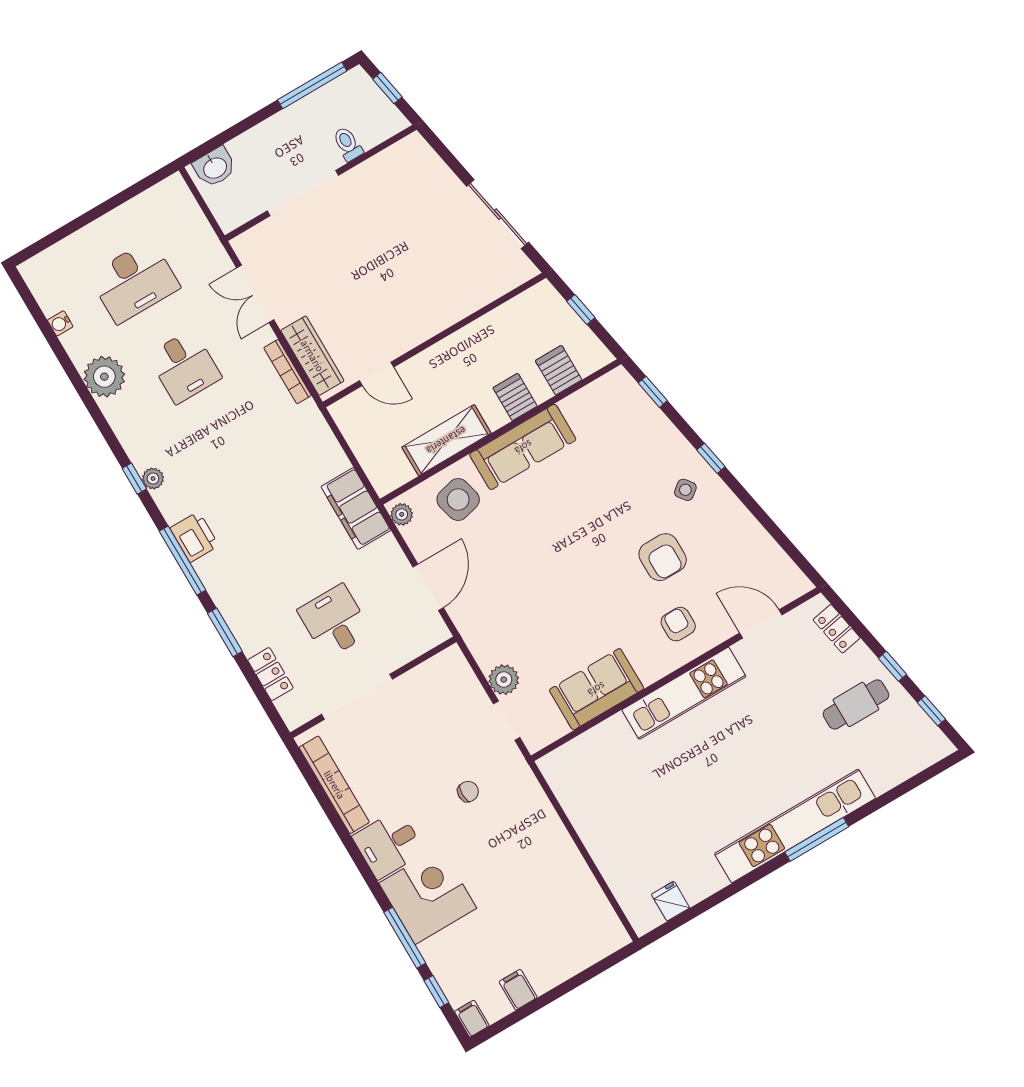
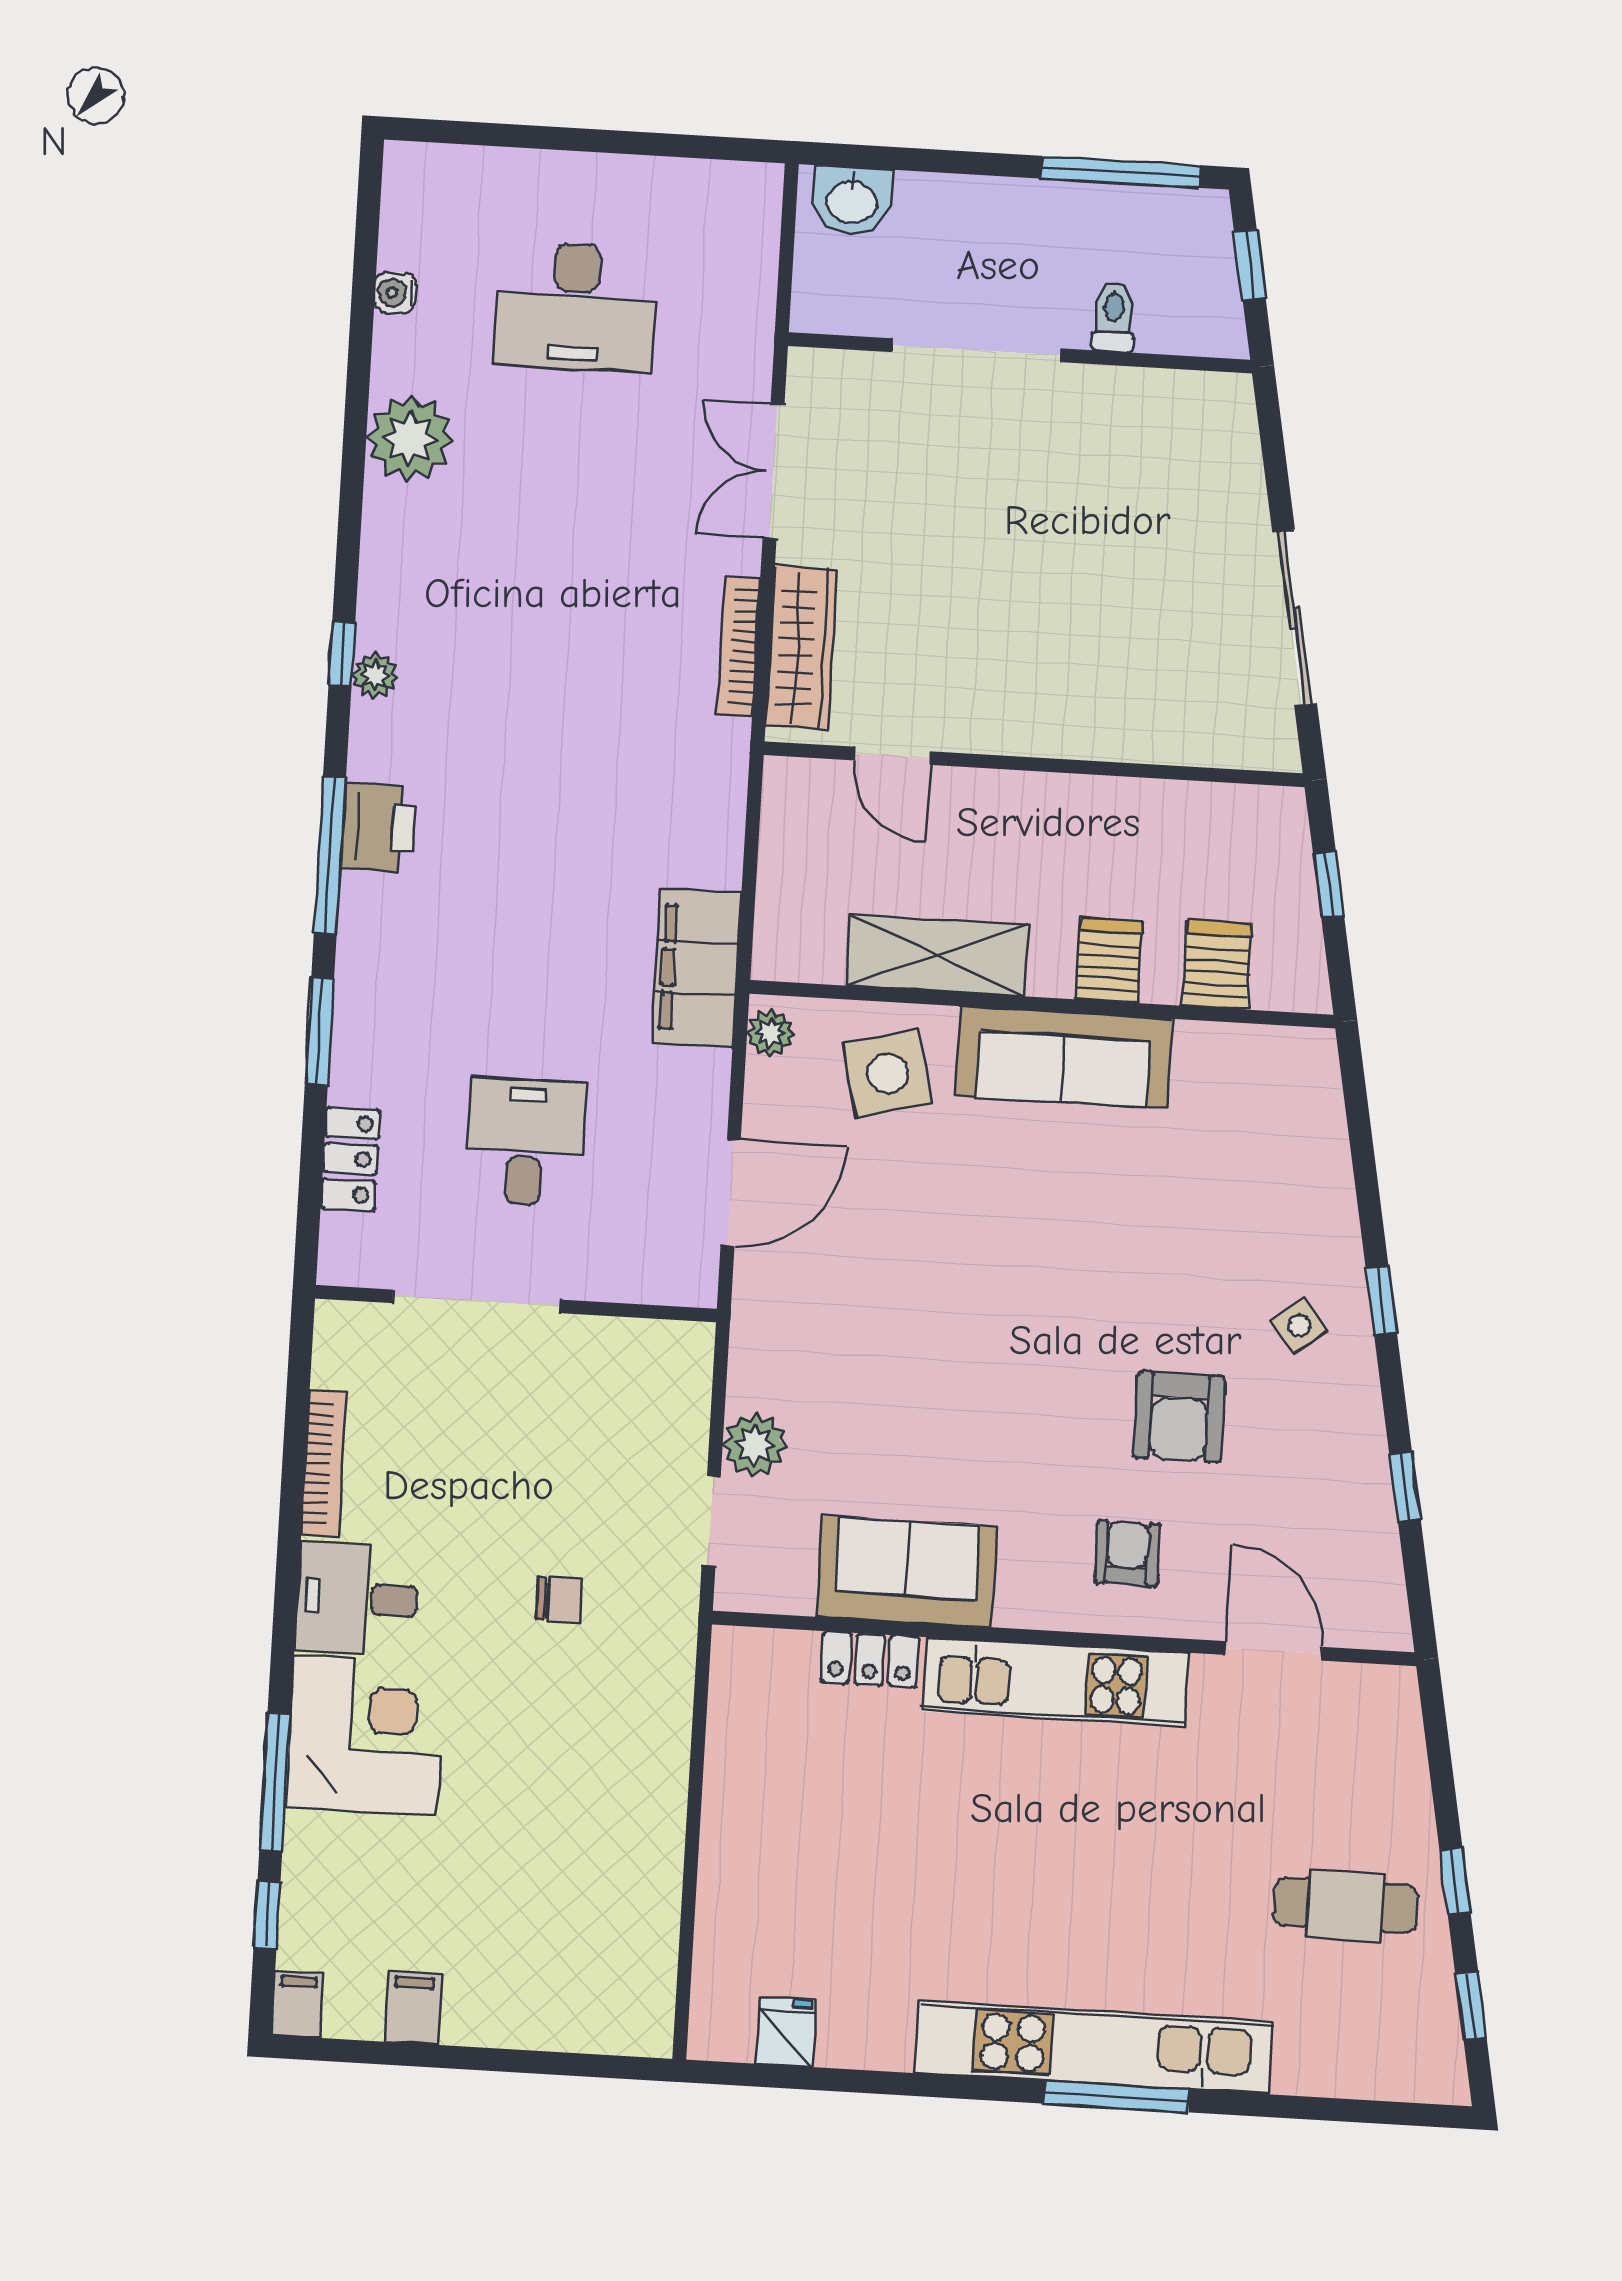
desk: (184, 366) -> (563, 515), removed
window: (653, 392) -> (1405, 1487), moved
locker: (837, 629) -> (870, 1659), moved, turned -79
bookcase: (334, 785) -> (324, 1464), width x0.68, depth x0.76

